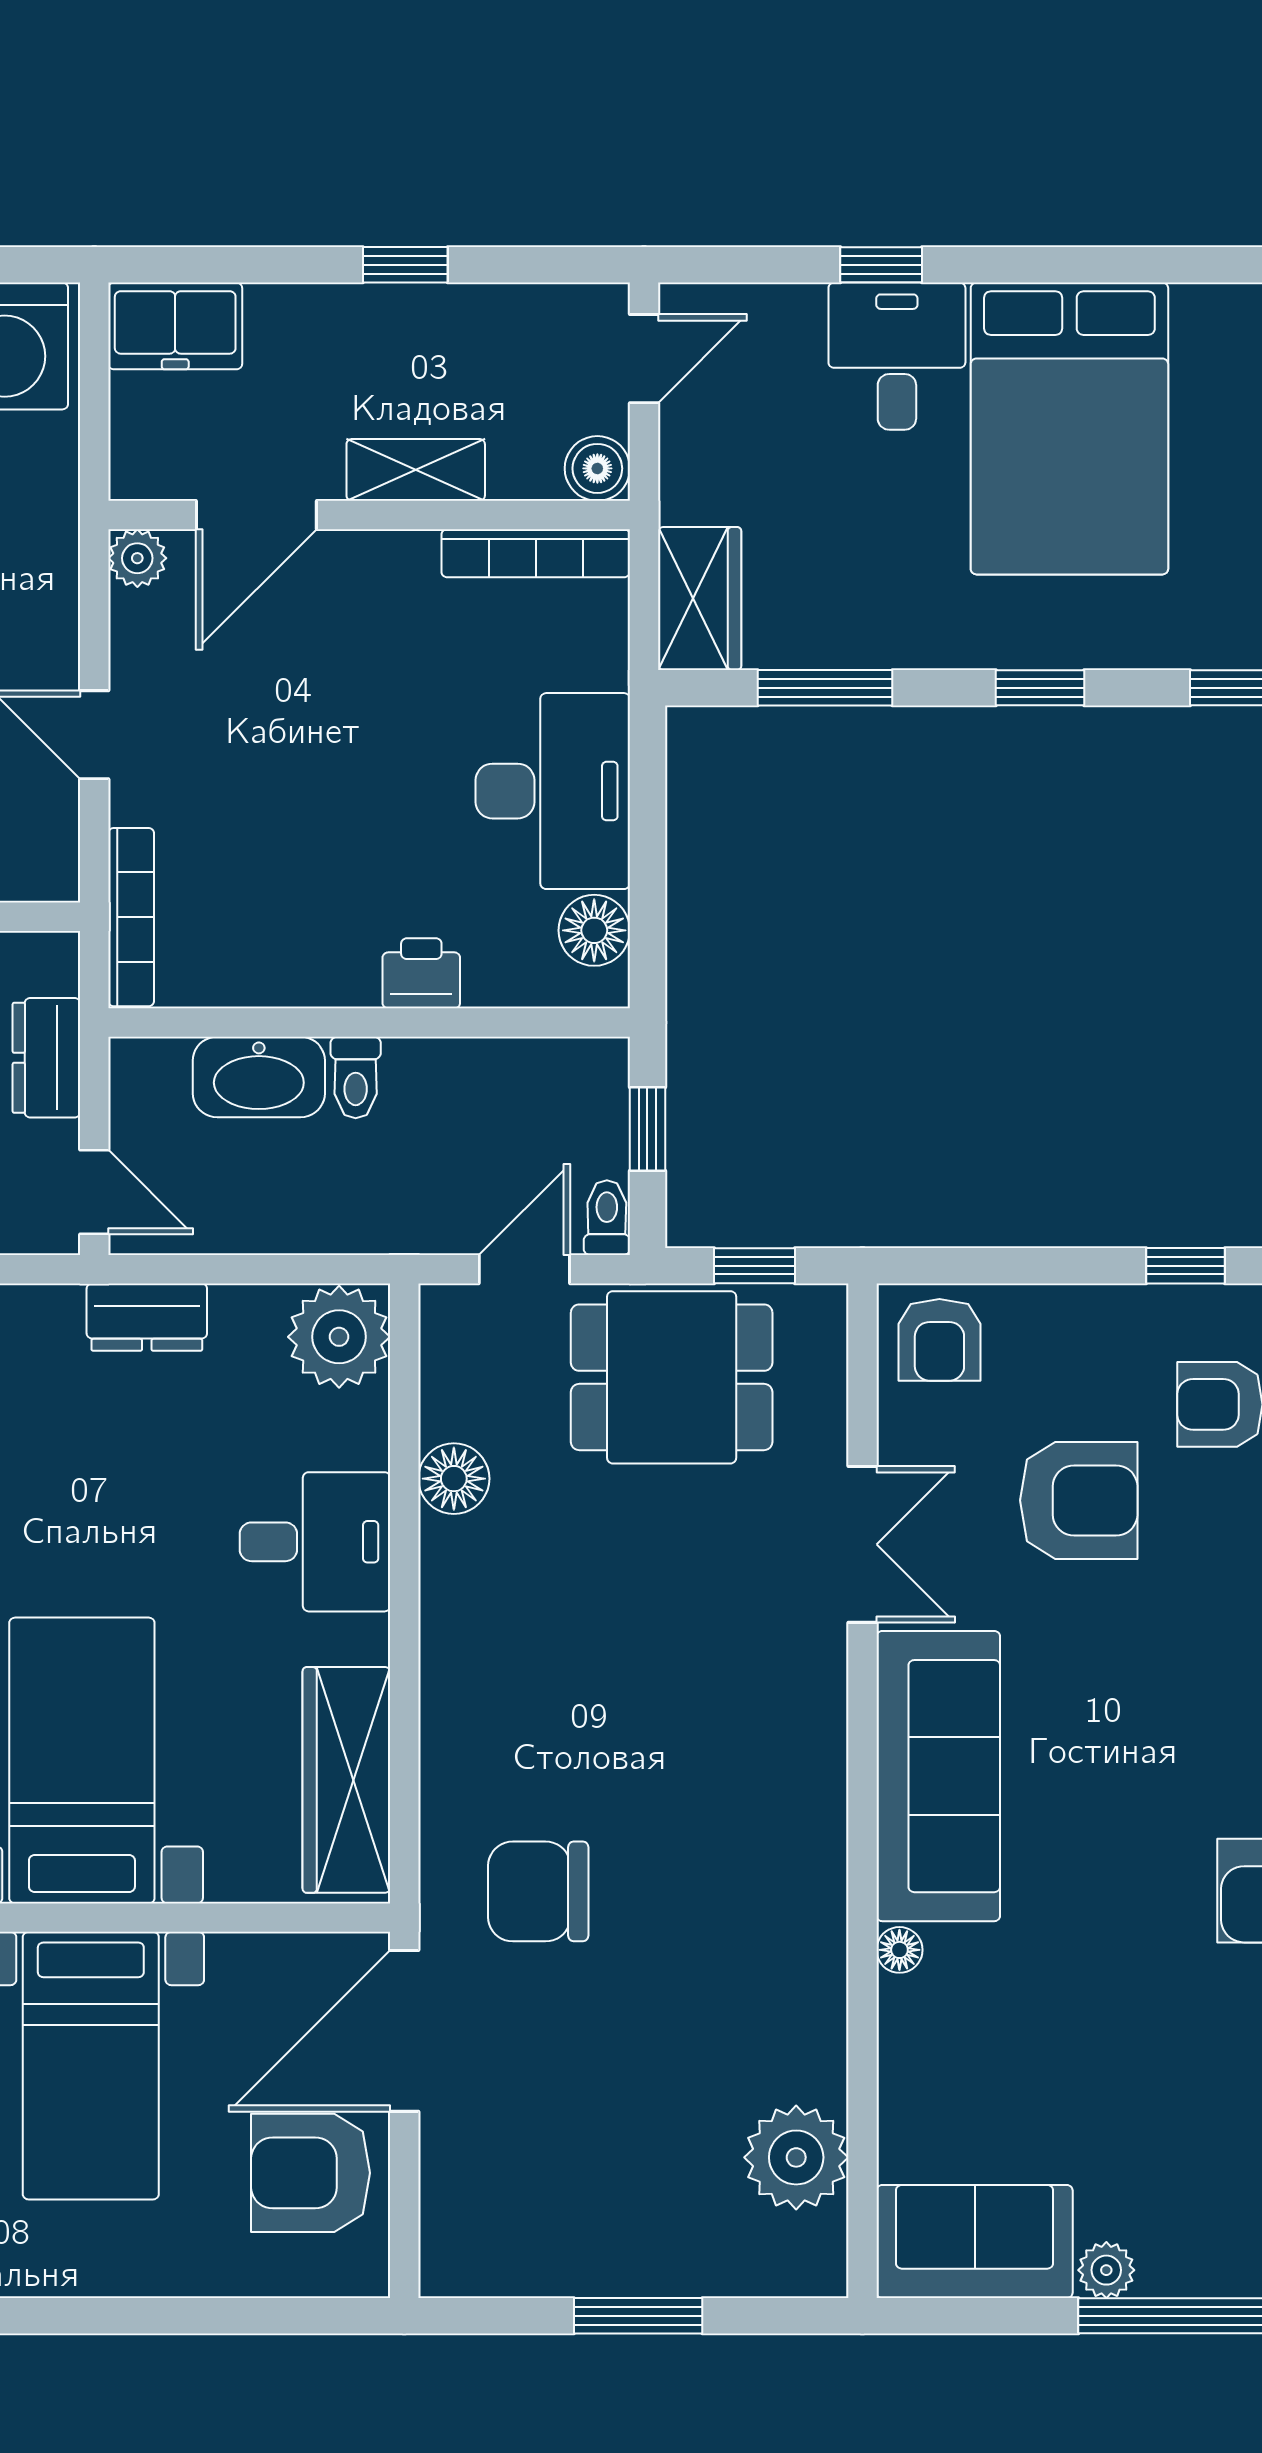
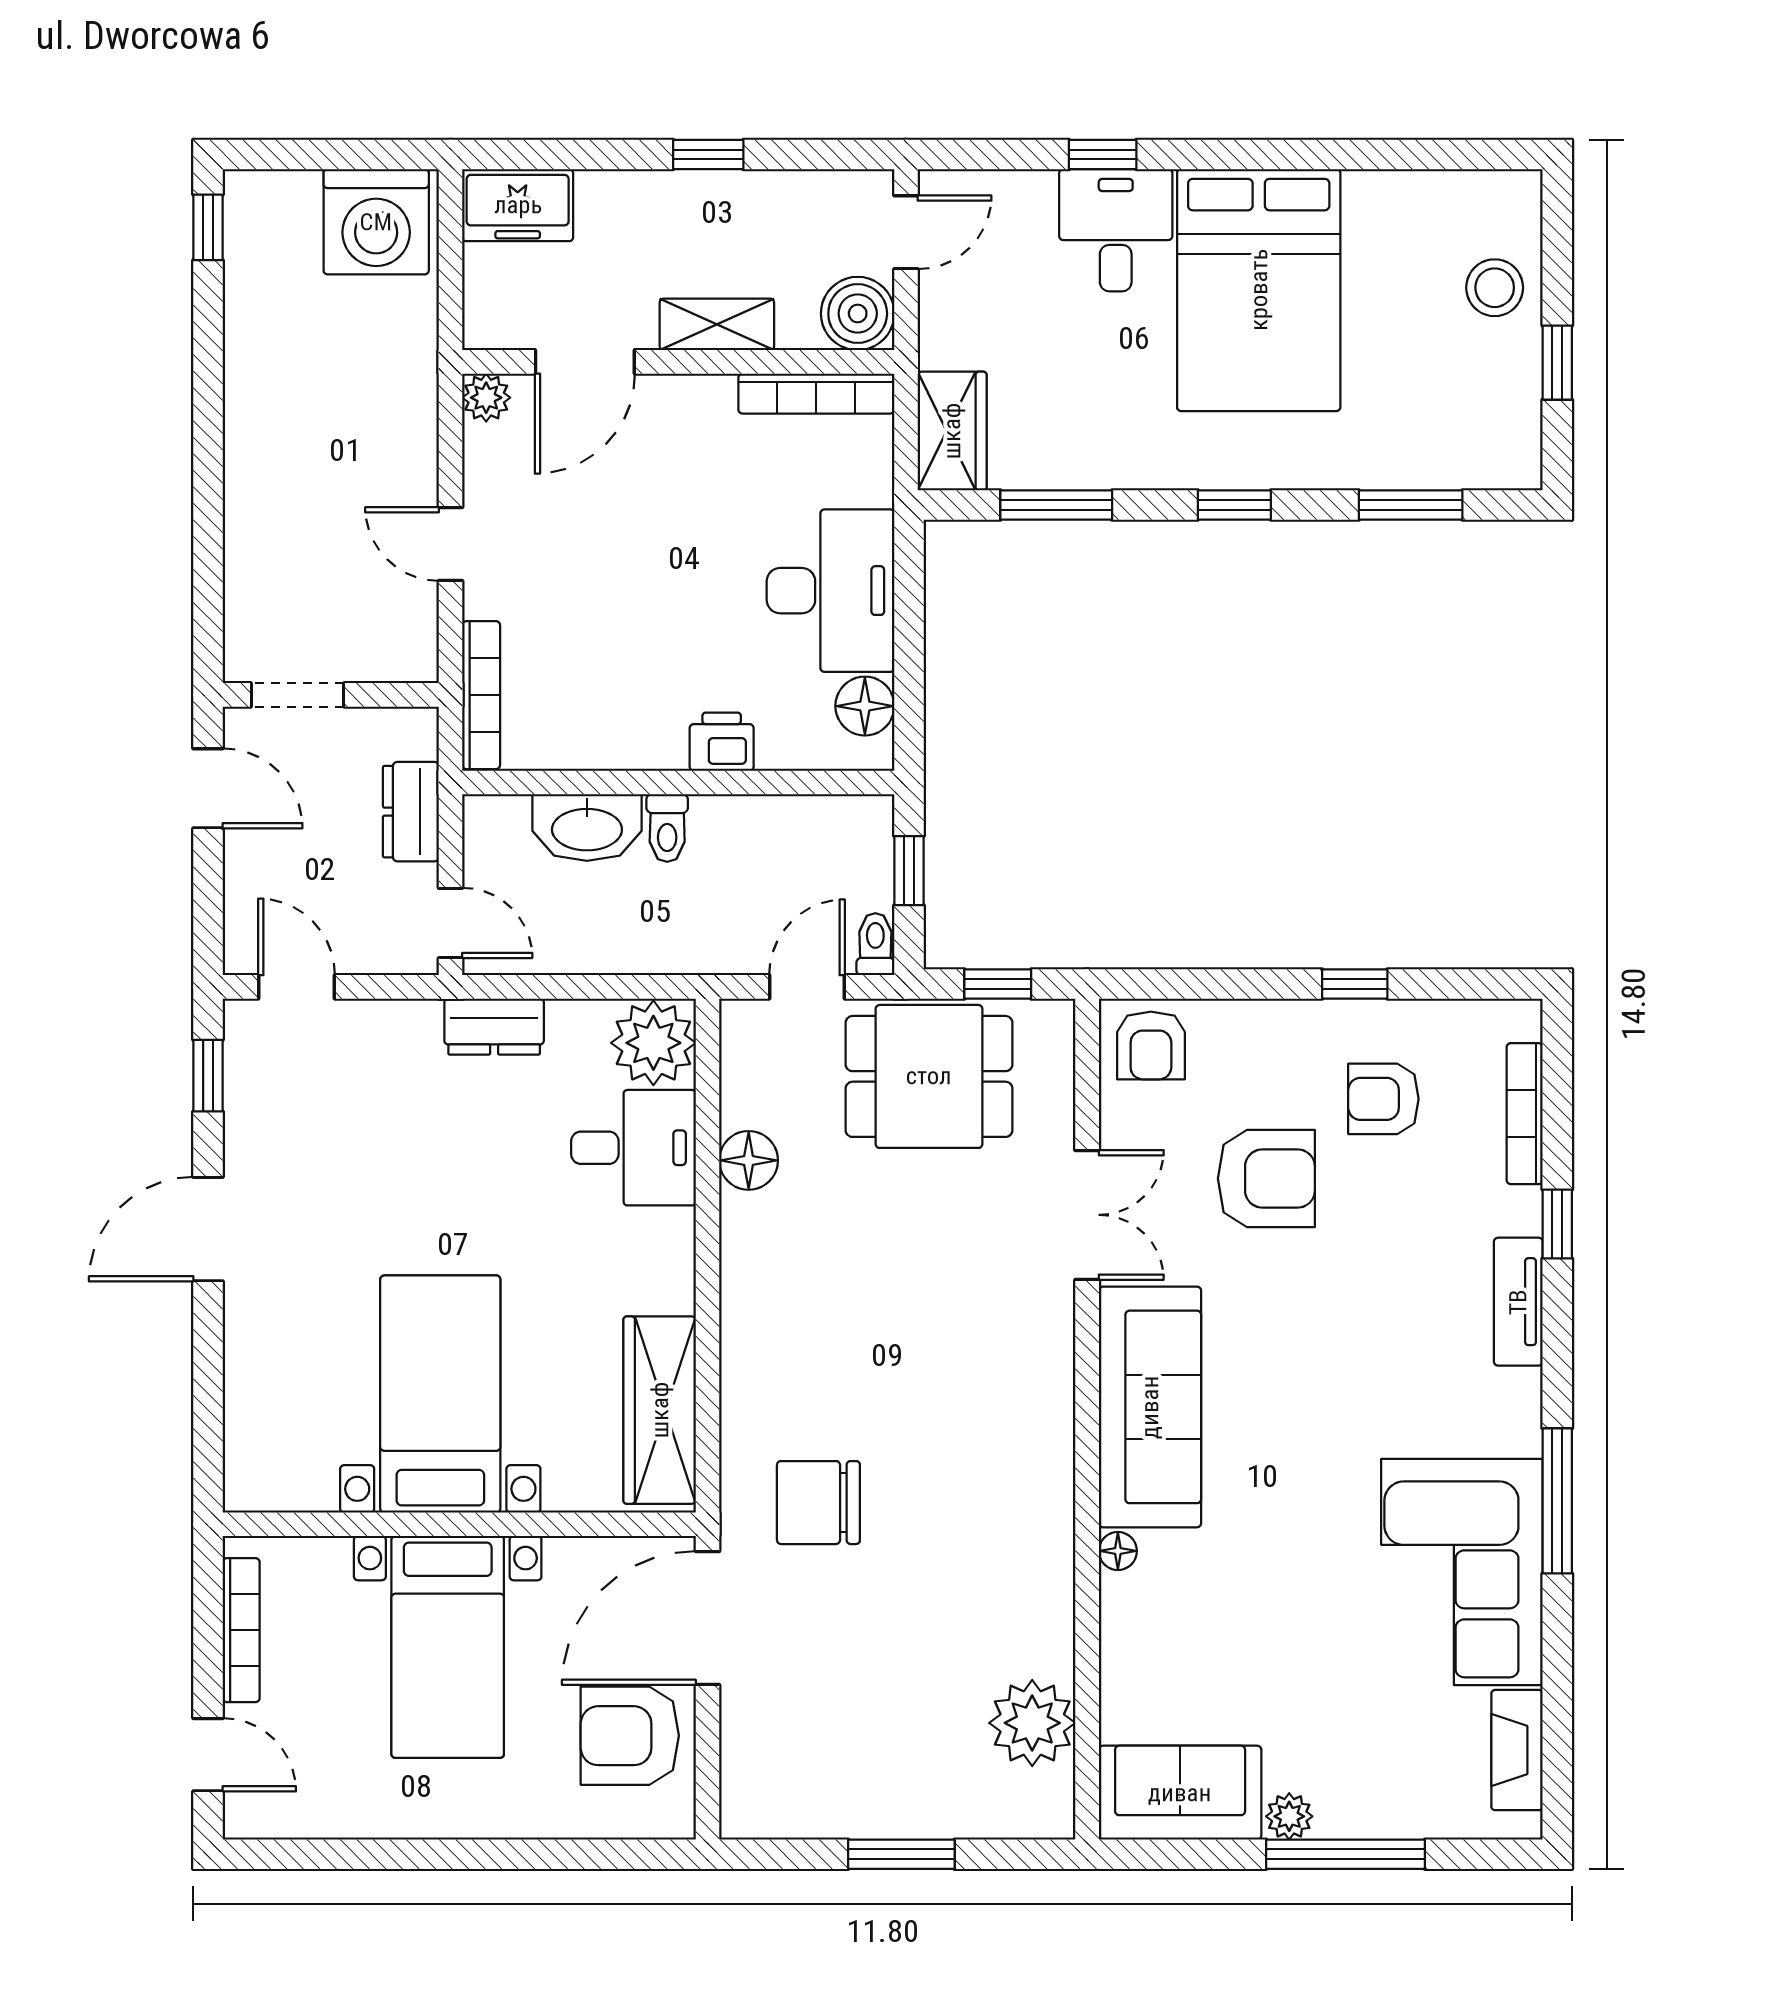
boiler: (597, 468) -> (858, 314), width x1.36, depth x1.36
desk: (315, 1542) -> (634, 1148), moved

